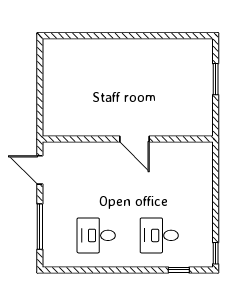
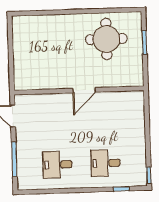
round table: (166, 73) -> (106, 39), added
door: (134, 139) -> (84, 90), hinge flipped

